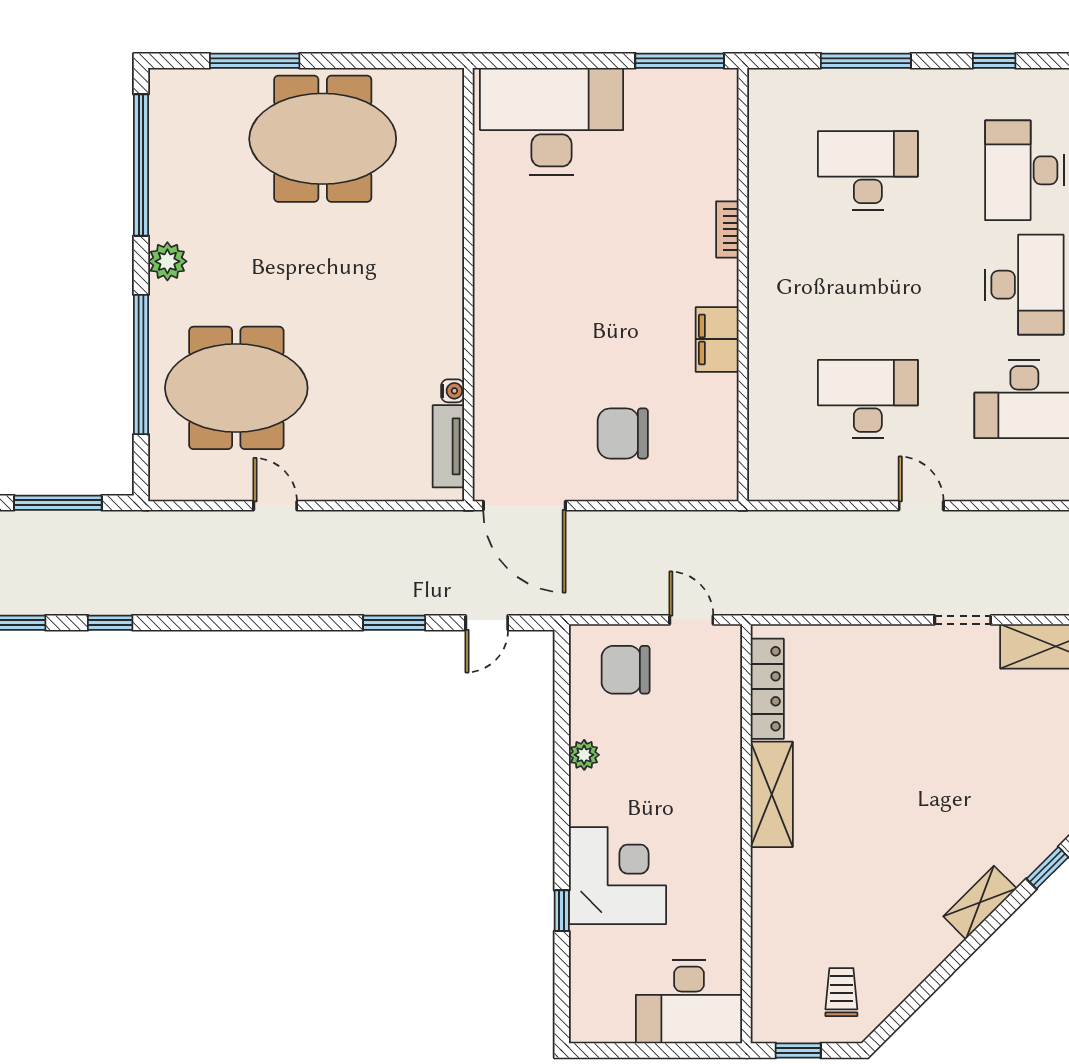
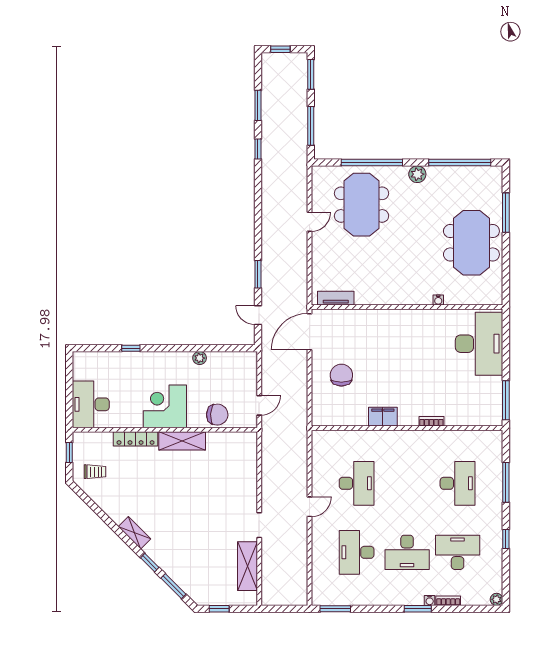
water cooler: (453, 391) -> (438, 300), moved
chair: (626, 670) -> (217, 415), moved, turned 93
locker: (767, 689) -> (136, 439), moved
corner desk: (617, 876) -> (165, 406), moved, turned 180

